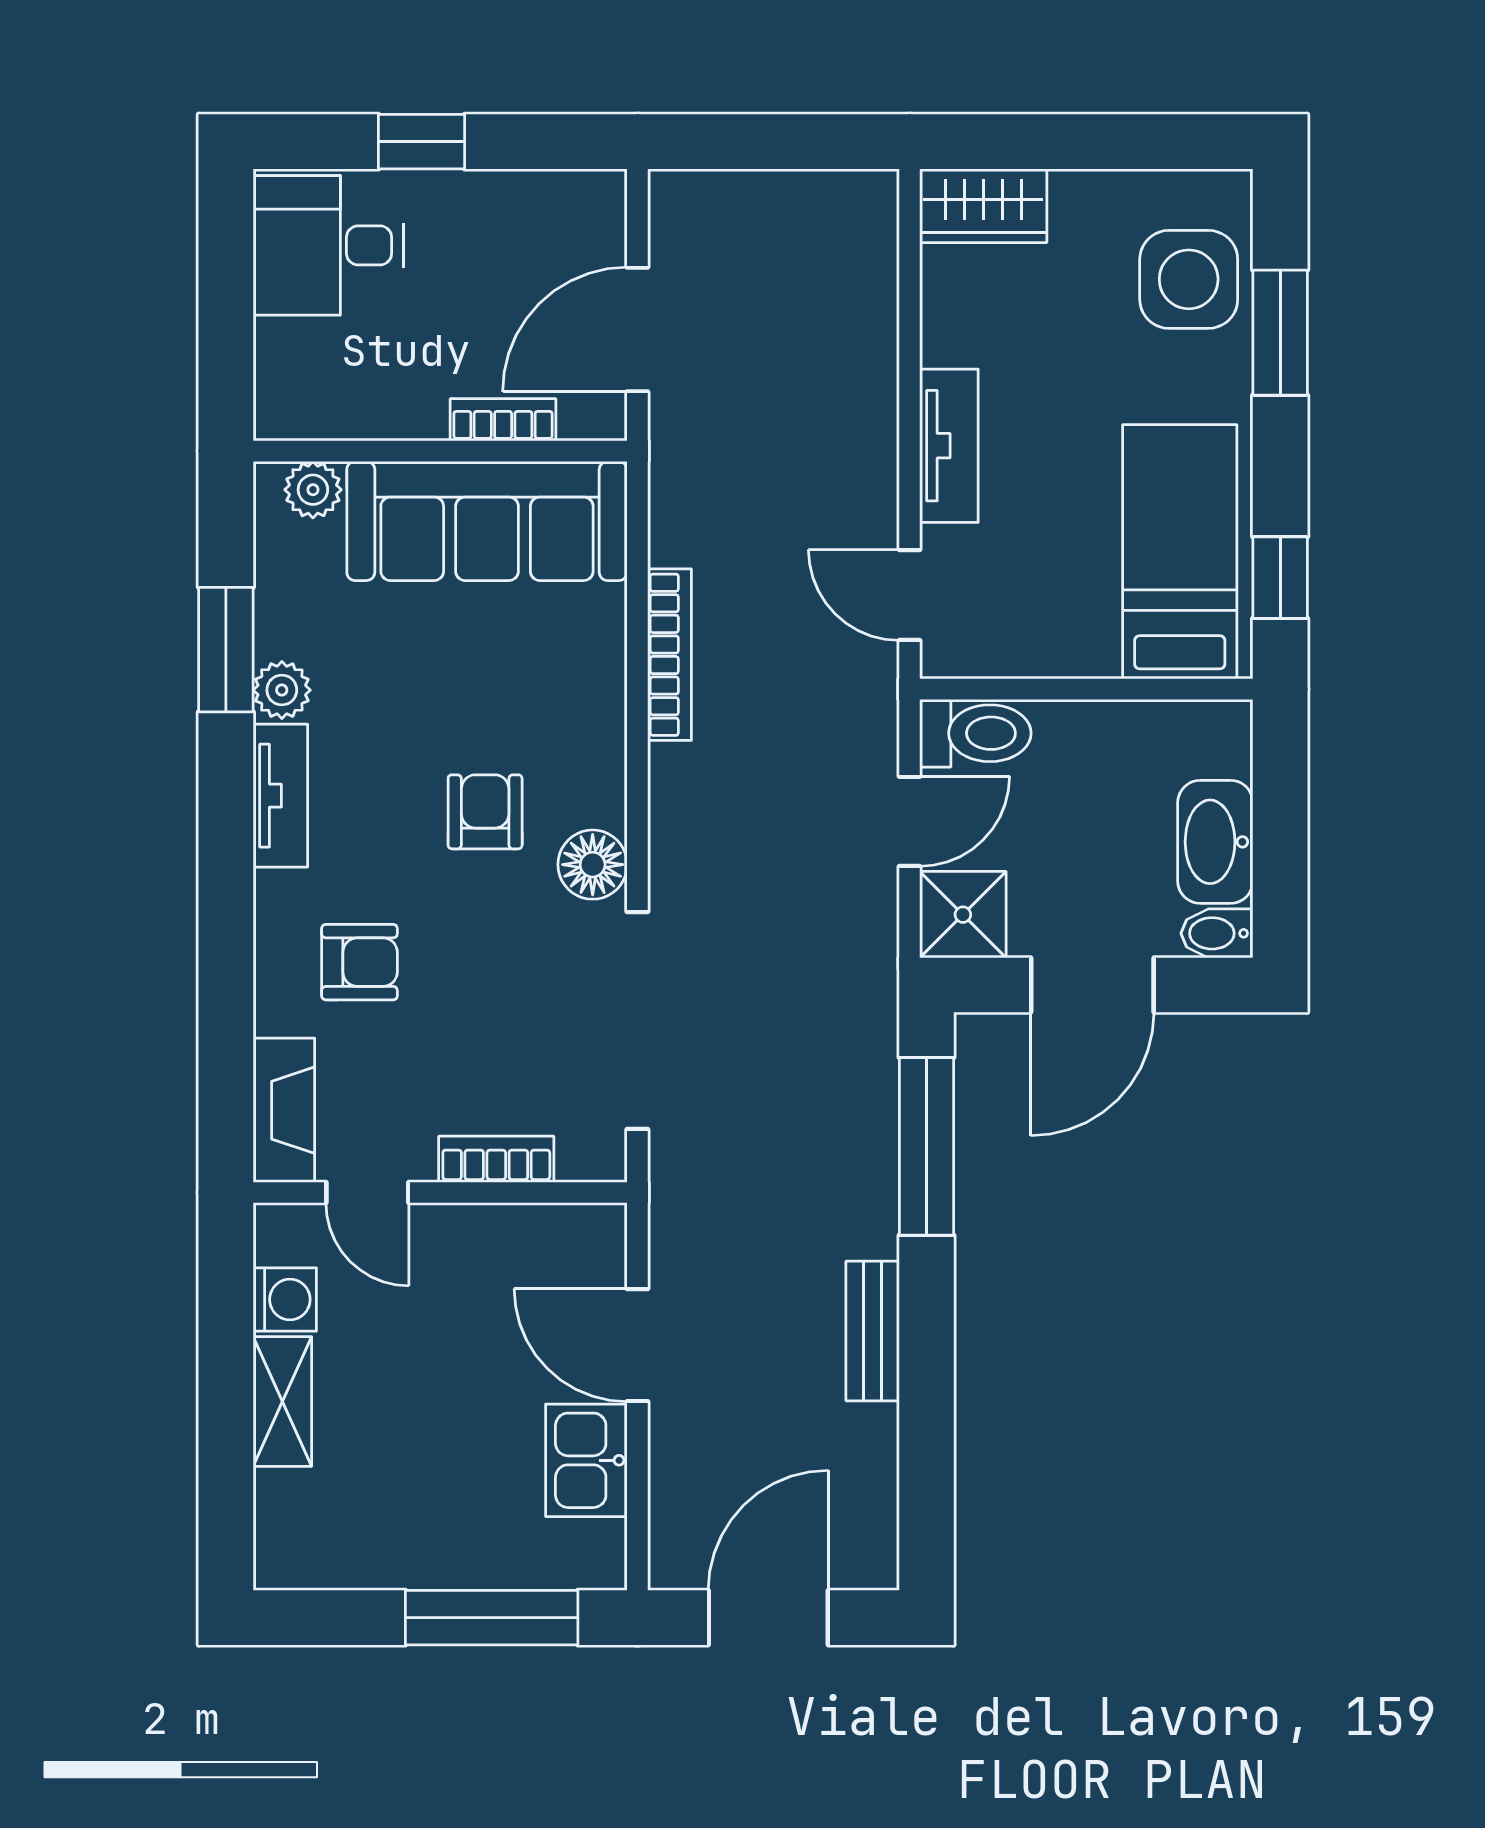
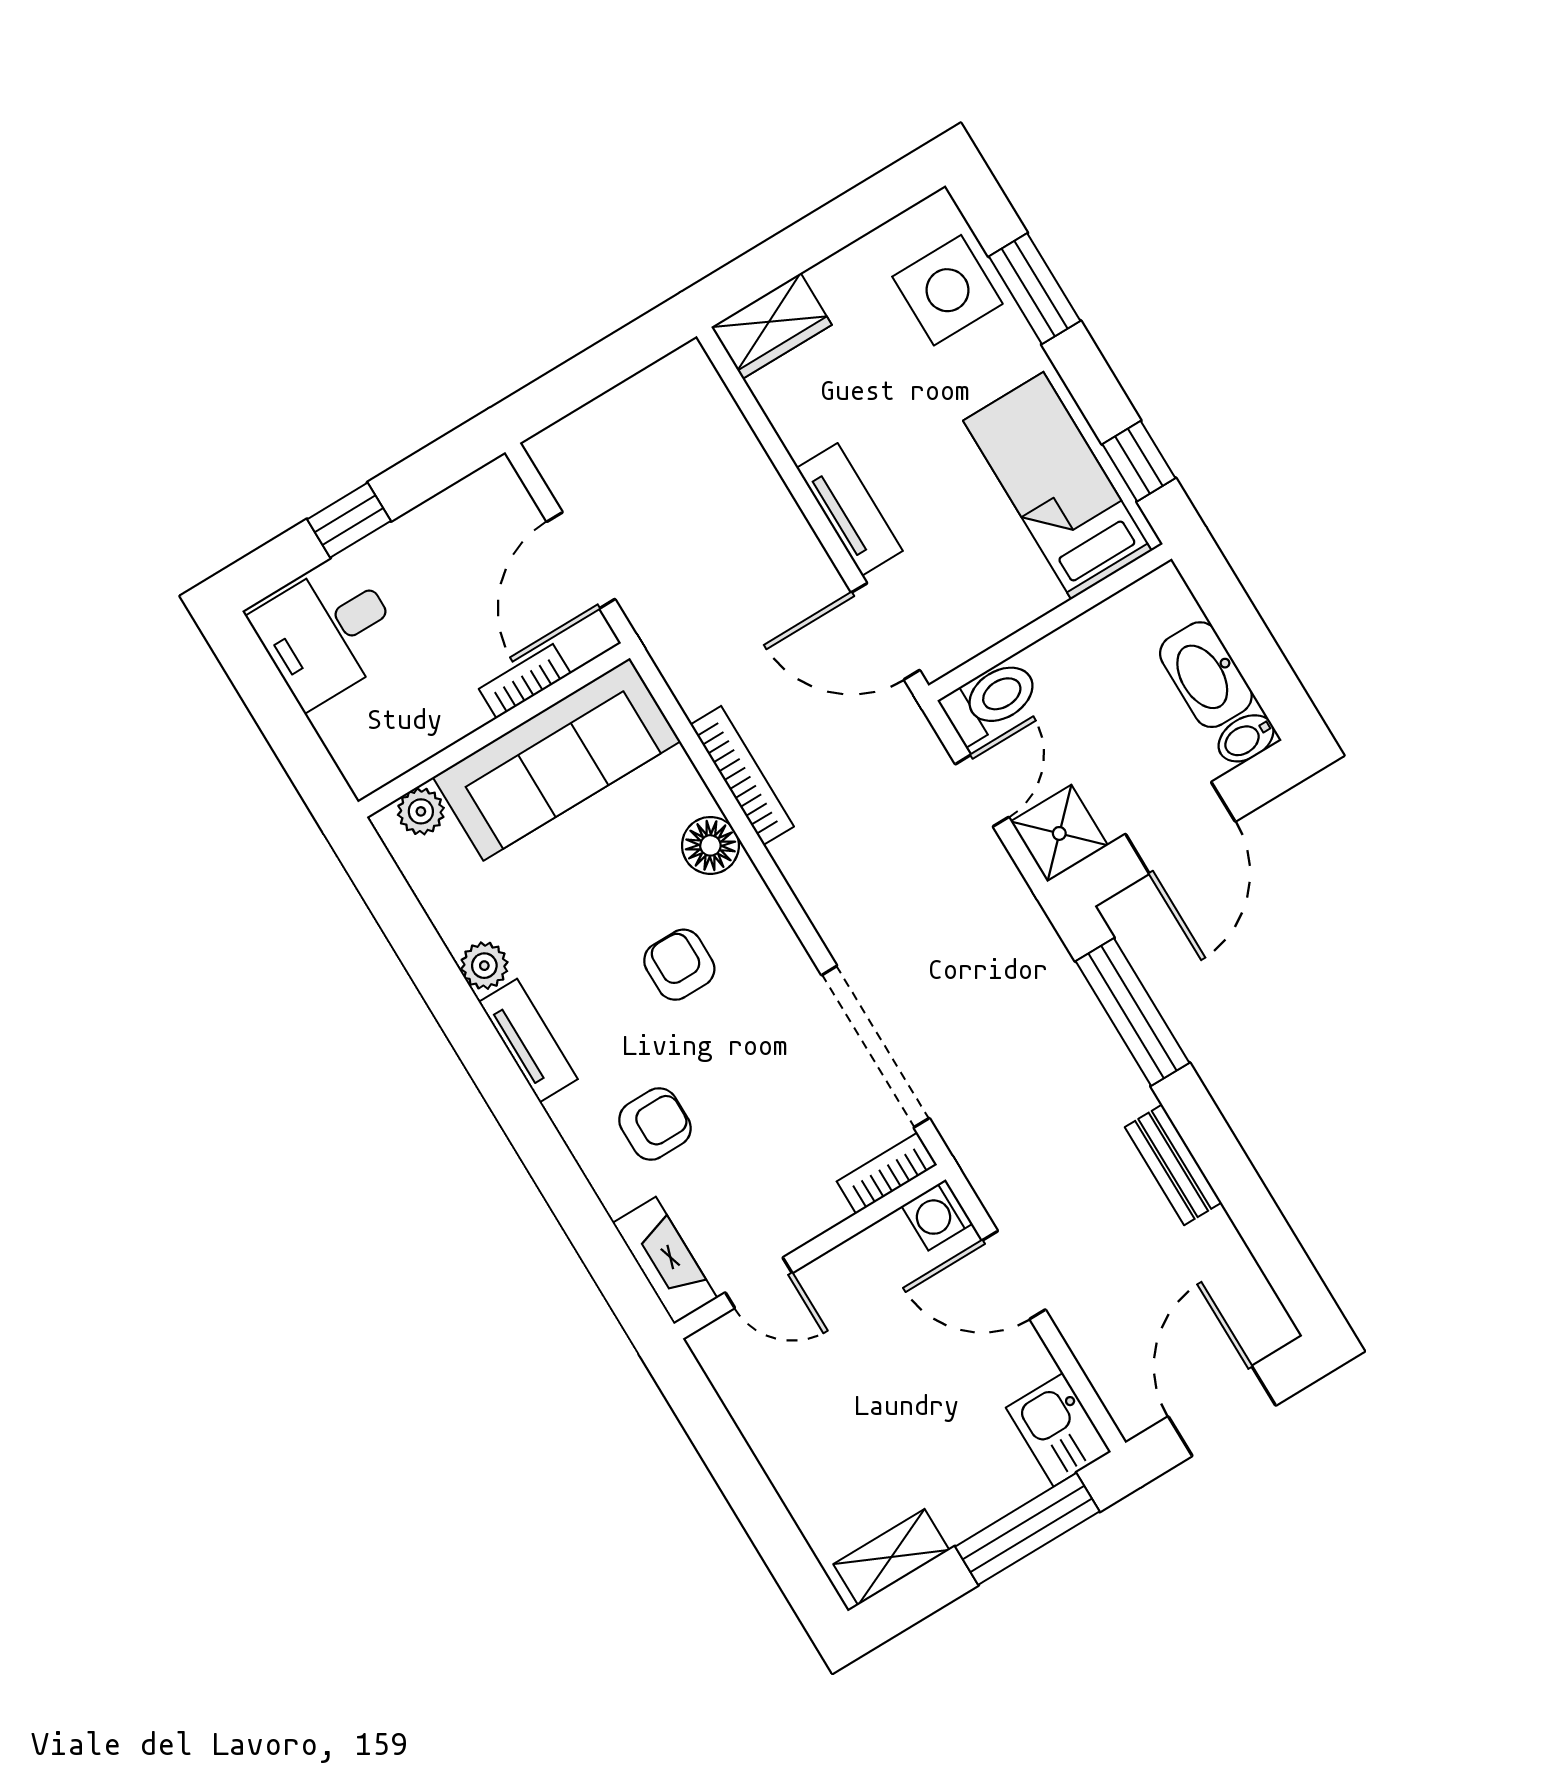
door: (909, 595) -> (886, 631), width x1.38
window: (226, 650) -> (428, 961), removed
floor lamp: (593, 865) -> (710, 845), moved
bookcase: (496, 1159) -> (887, 1173), moved
washing machine: (285, 1300) -> (937, 1215), moved, turned 180
shelving: (282, 1402) -> (891, 1557), moved, turned 90
kitchen sink: (586, 1460) -> (1058, 1430), moved

